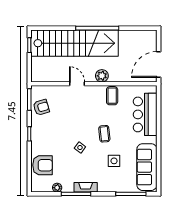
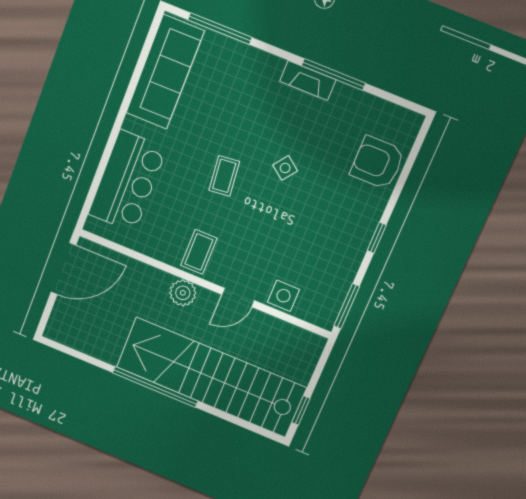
door: (77, 84) -> (238, 297), hinge flipped
coffee table: (112, 96) -> (199, 252), moved
armchair: (41, 107) -> (329, 281), removed
side table: (114, 161) -> (283, 296), moved
plant: (57, 188) -> (367, 104), removed

